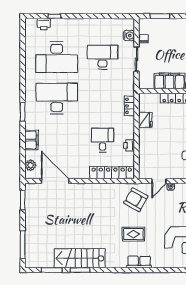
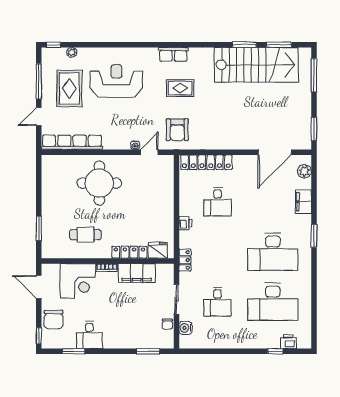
desk: (57, 57) -> (273, 302), turned 180
desk: (103, 57) -> (217, 302), width x0.73
locker: (129, 106) -> (185, 260), moved
fridge: (145, 120) -> (158, 250), moved, turned 90
printer: (129, 146) -> (185, 223), moved
door: (55, 181) -> (275, 152), hinge flipped
armchair: (136, 200) -> (177, 130), turned 61
stairs: (80, 258) -> (256, 65), width x1.36, depth x1.51

